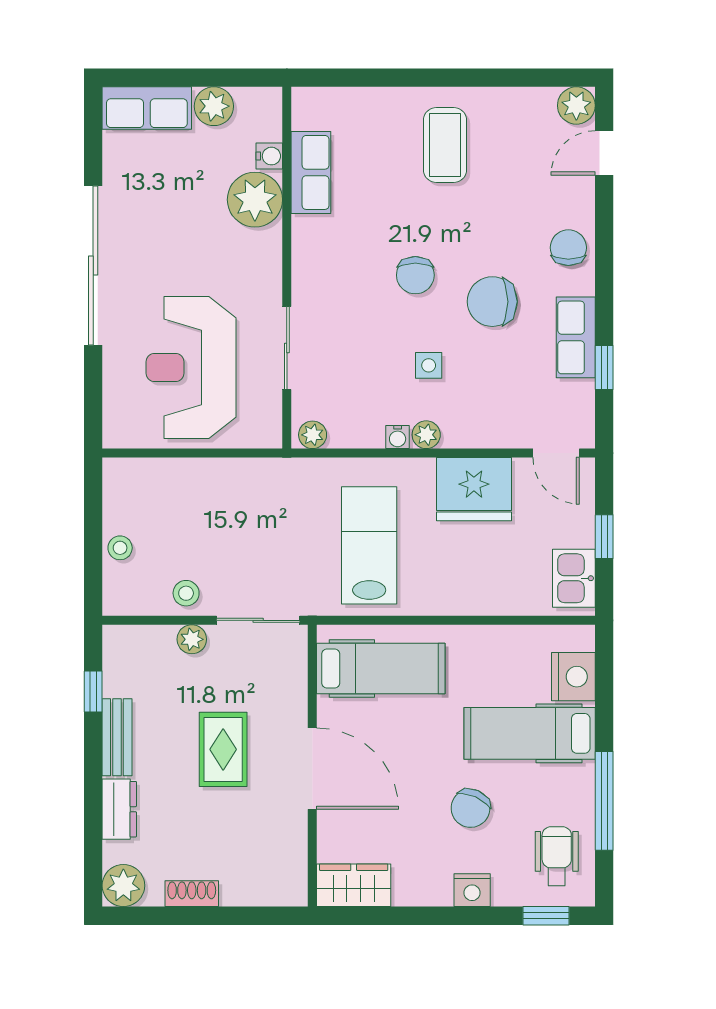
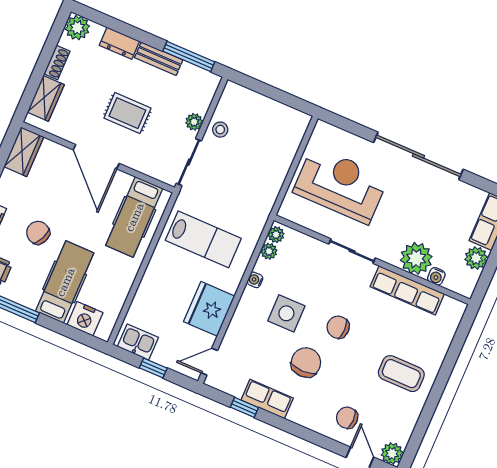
row of seats: (311, 172) -> (407, 290), width x1.48
chair: (568, 248) -> (347, 418), moved, turned 180
sliding door: (287, 348) -> (352, 251), moved
side table: (429, 365) -> (286, 313), width x1.87, depth x1.87
plant: (426, 435) -> (269, 251), moved
stool: (120, 548) -> (260, 105), removed
window: (93, 692) -> (189, 57), width x2.17
door: (312, 769) -> (96, 157), hinge flipped
wardrobe: (255, 887) -> (46, 98), added

